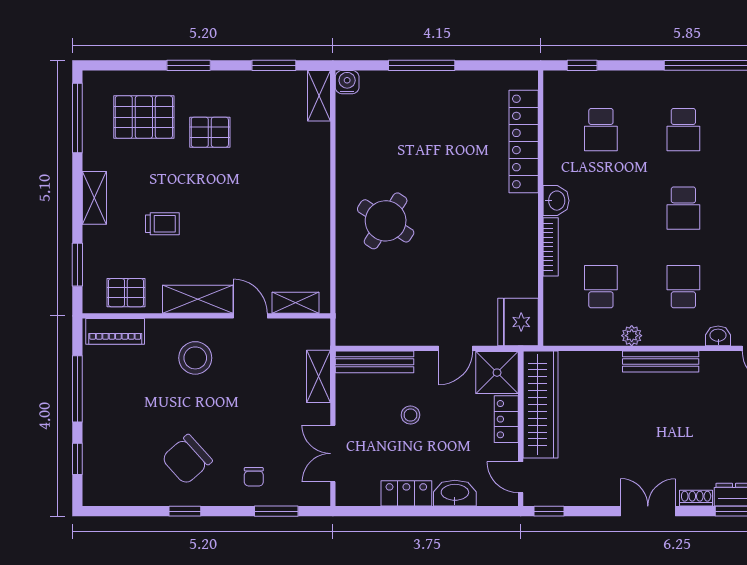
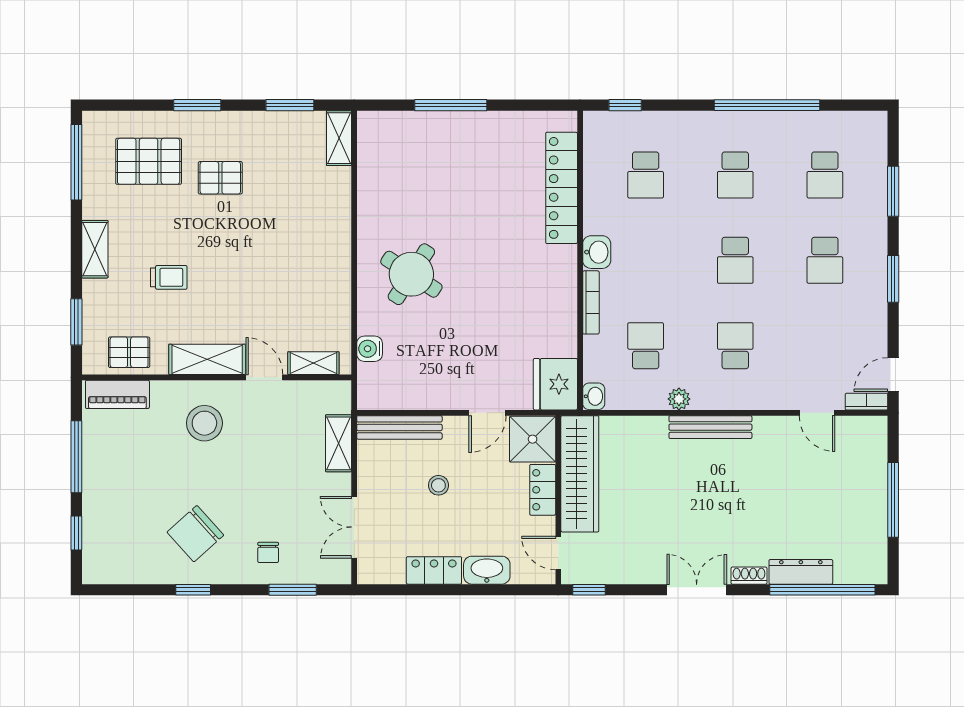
water cooler: (347, 82) -> (370, 349), moved, turned -90
washbasin: (718, 336) -> (594, 396), moved, turned 90

